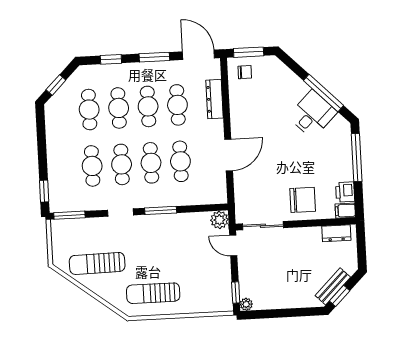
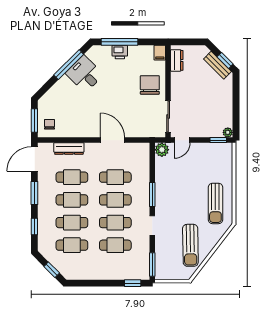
printer: (345, 192) -> (120, 52), moved

